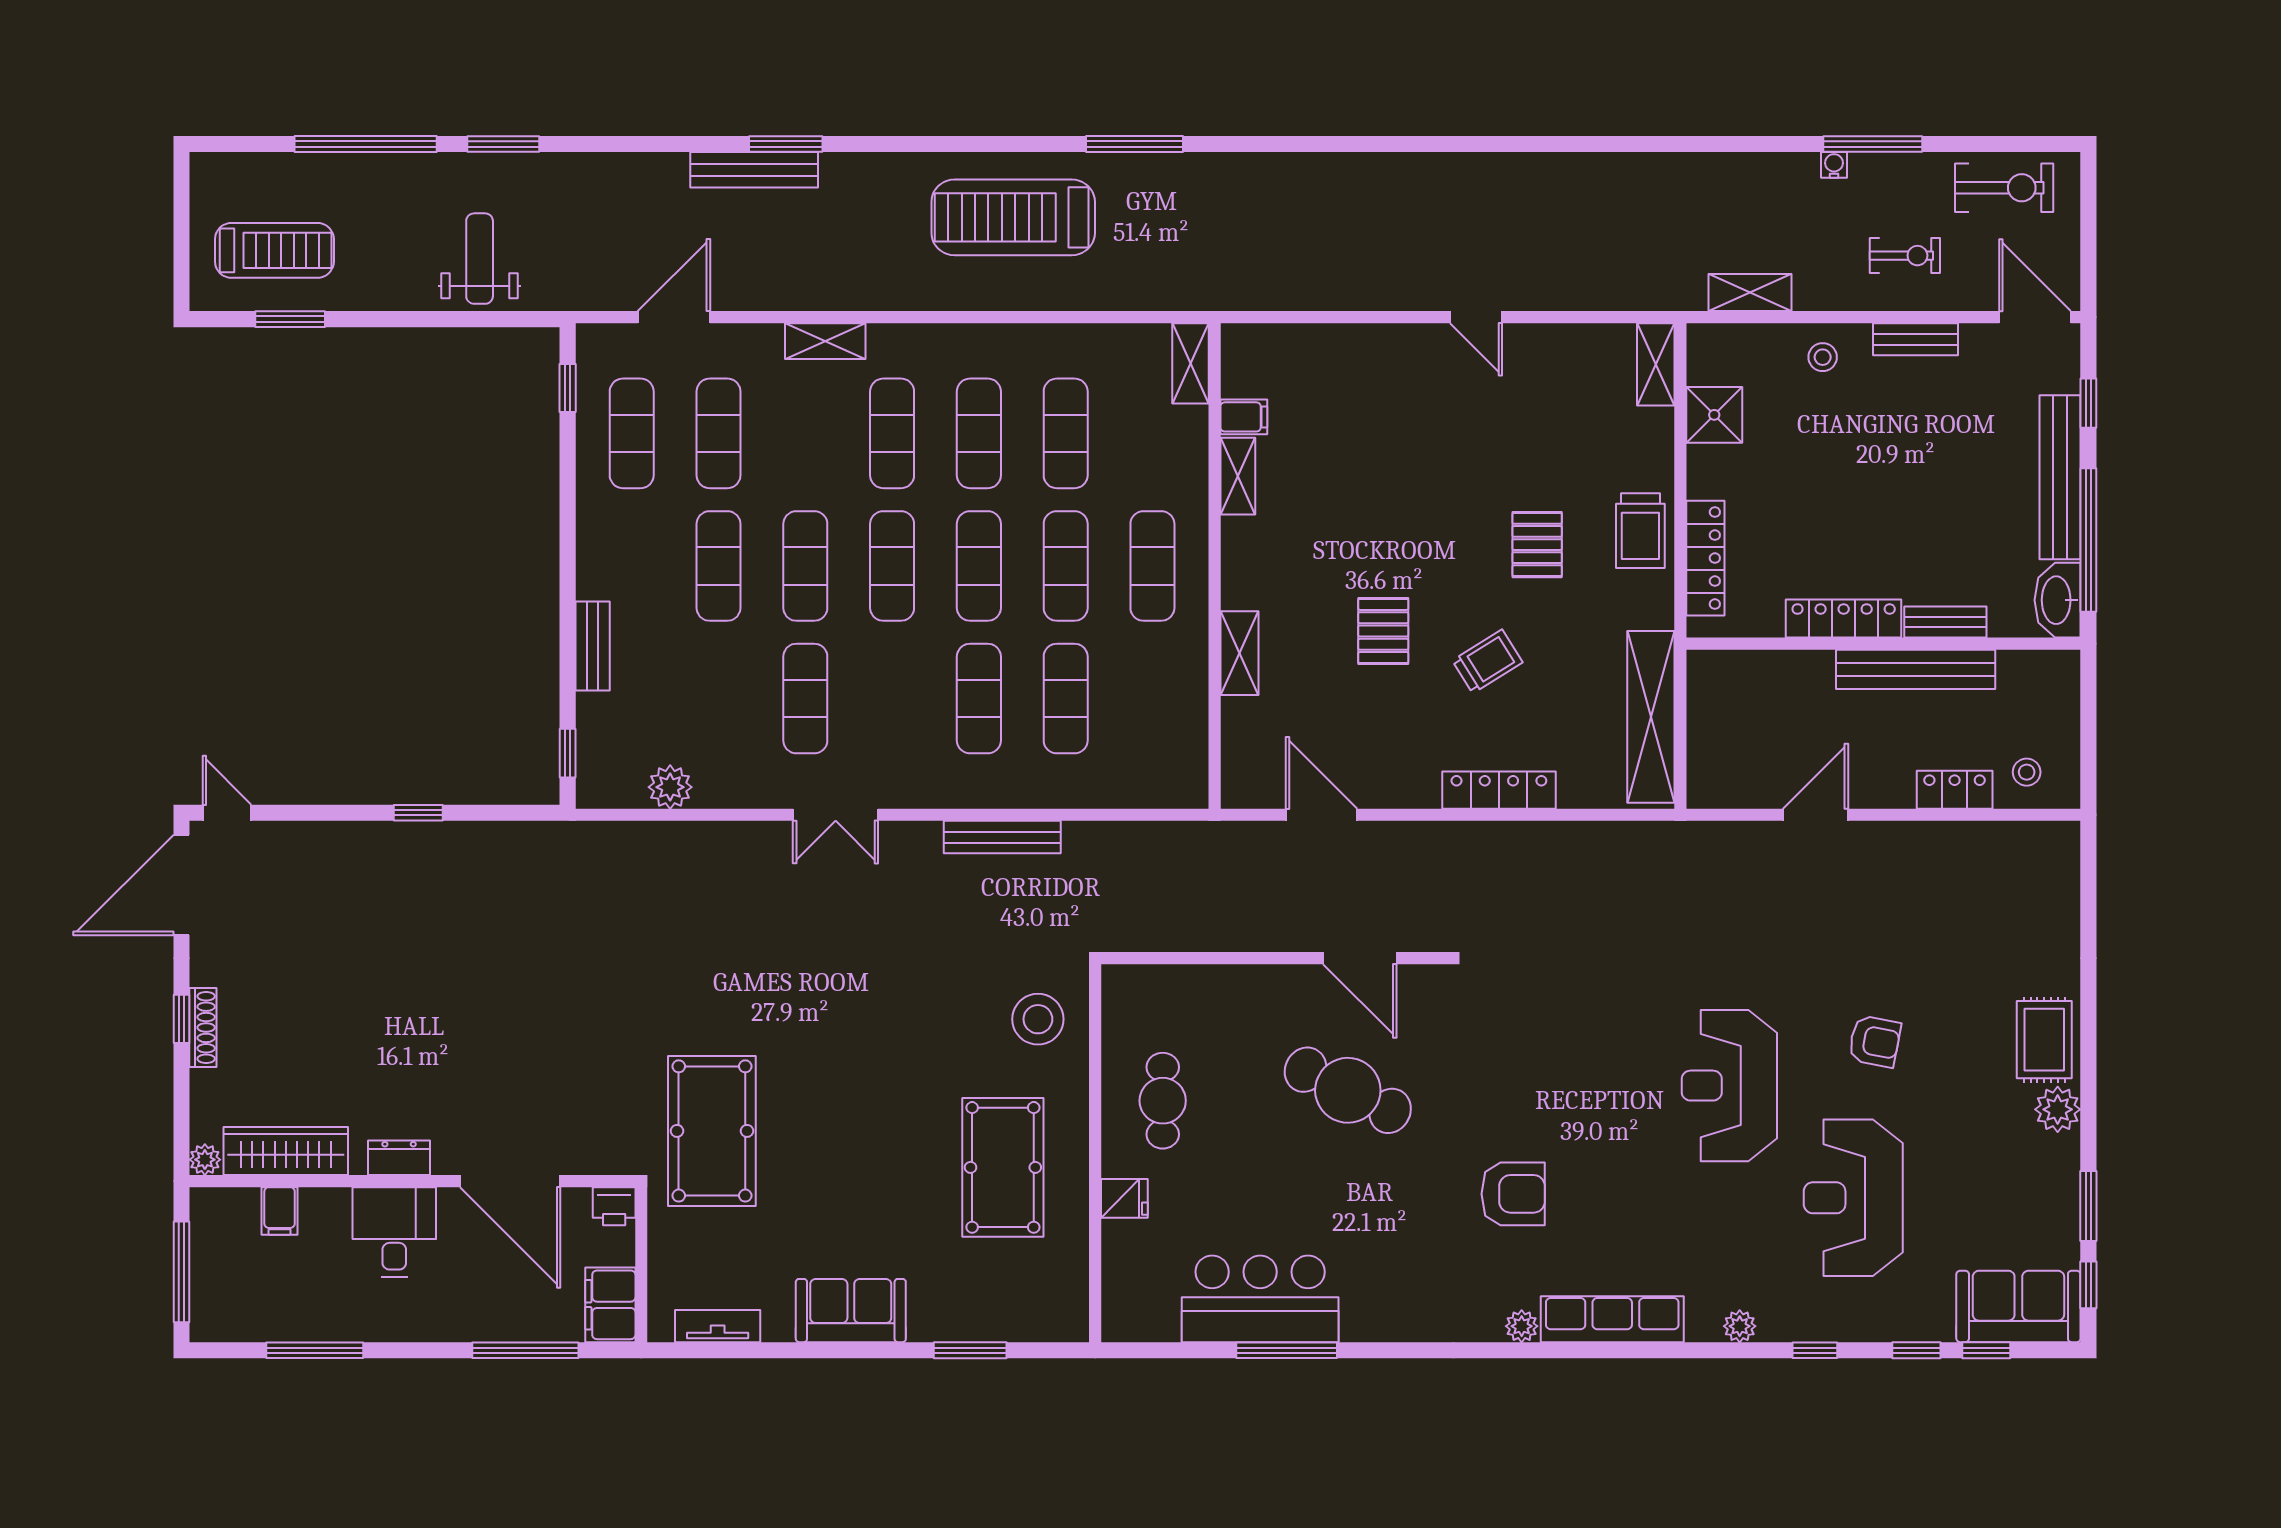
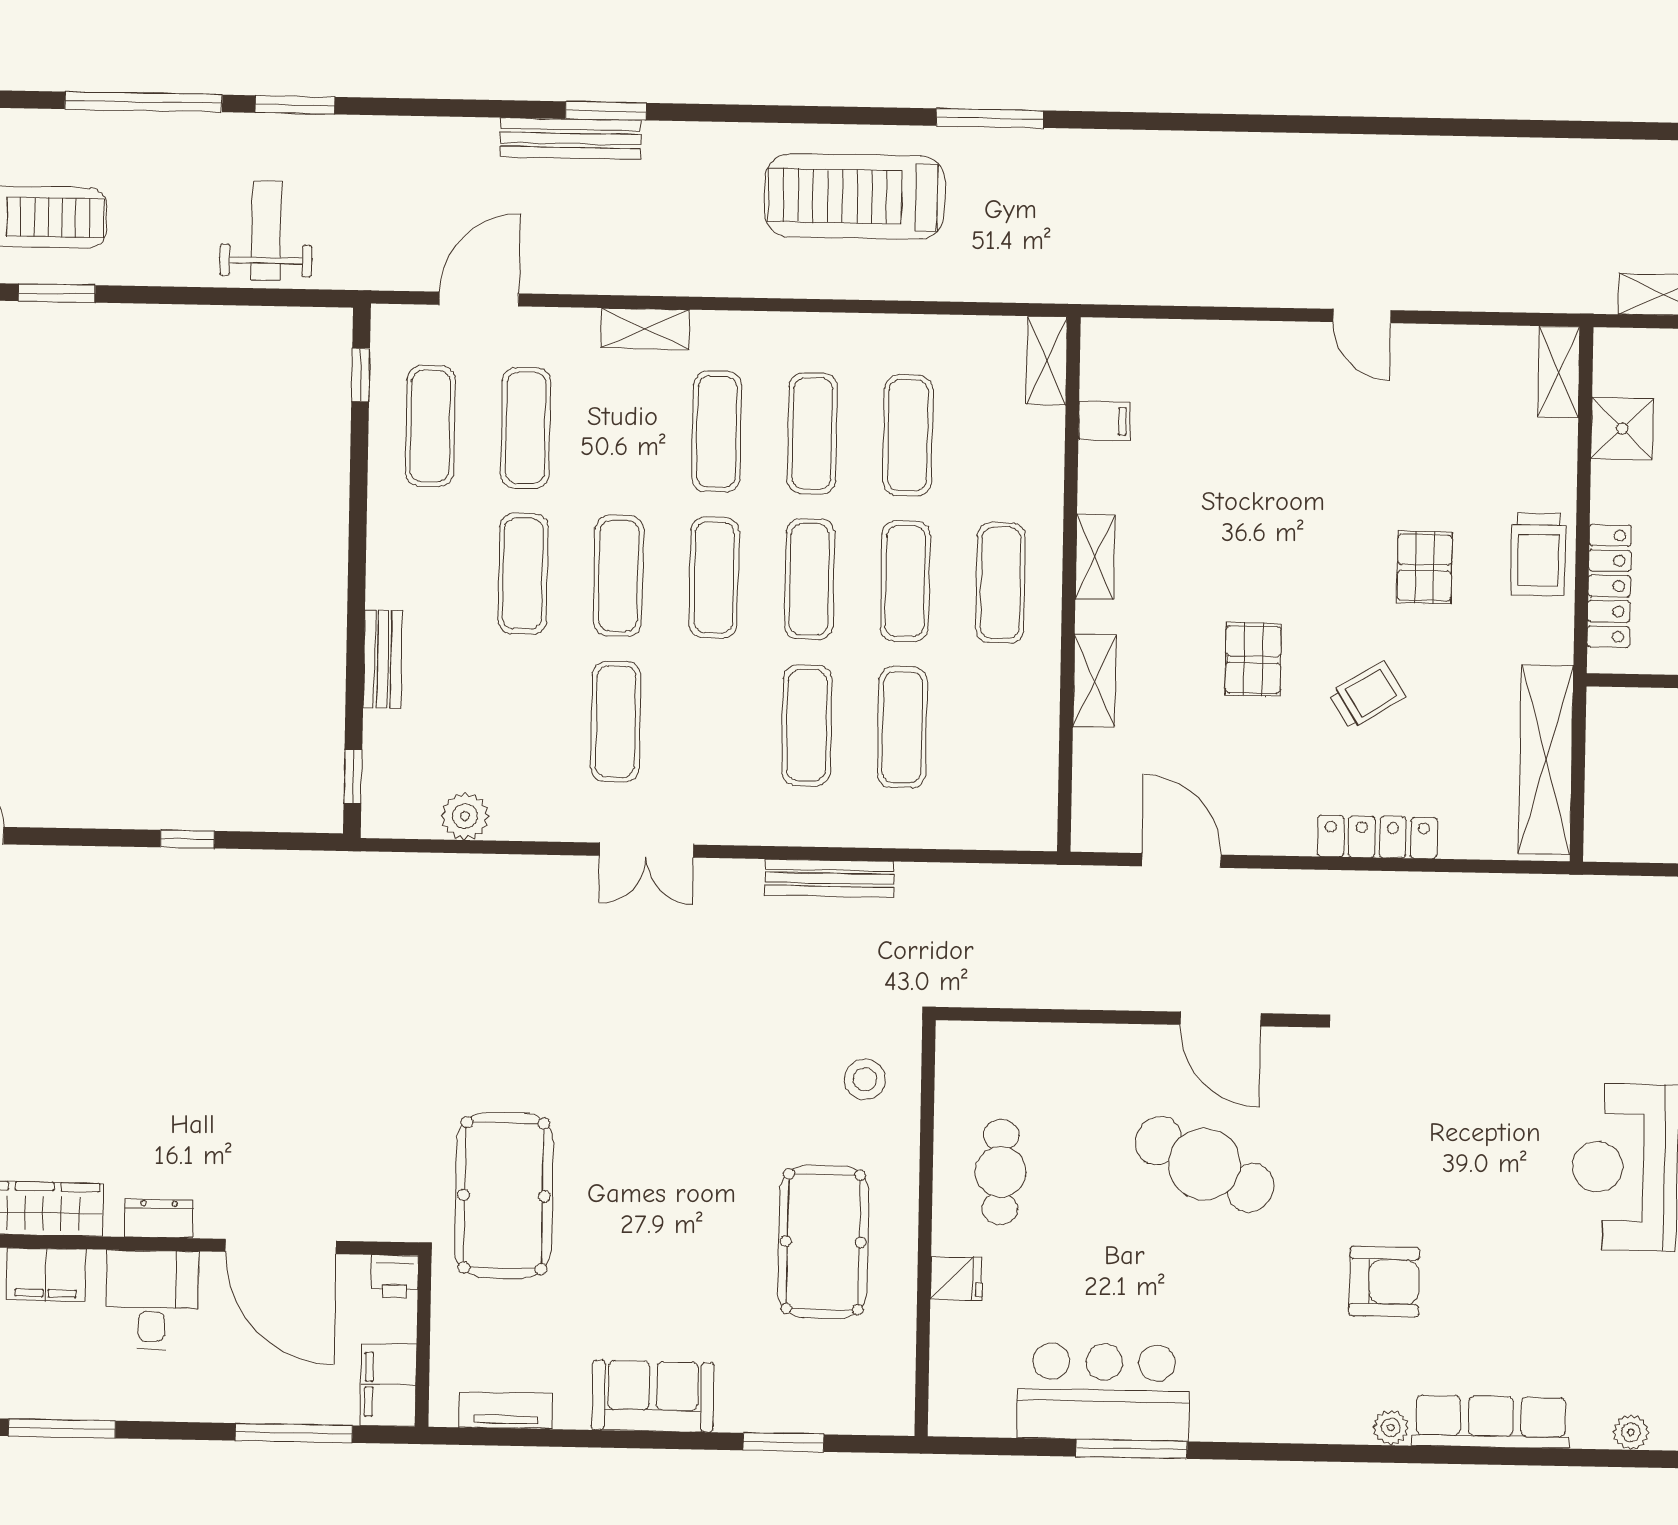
shelving: (1238, 476) -> (1095, 557), moved
stool: (1038, 1019) -> (865, 1079), width x0.73, depth x0.73
filing cabinet: (280, 1211) -> (46, 1275), width x2.00

